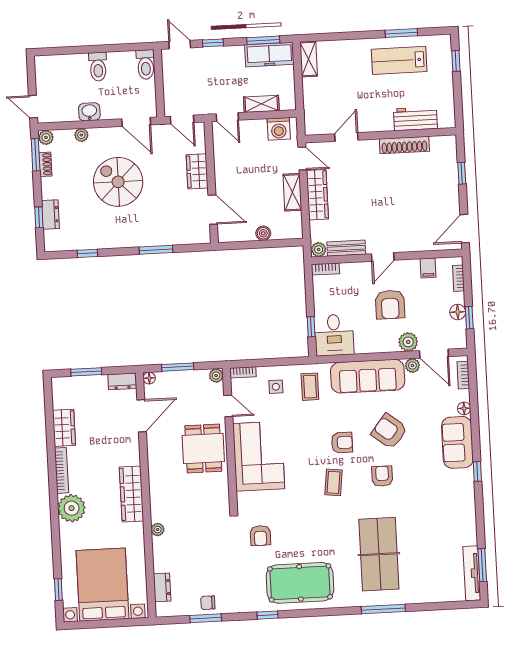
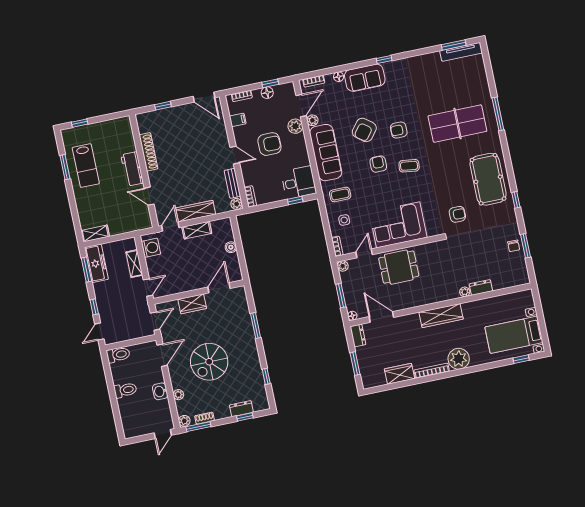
workbench: (415, 119) -> (132, 169), moved
bed with nightstands: (103, 585) -> (514, 335), width x0.73
dresser: (162, 587) -> (481, 287), moved

